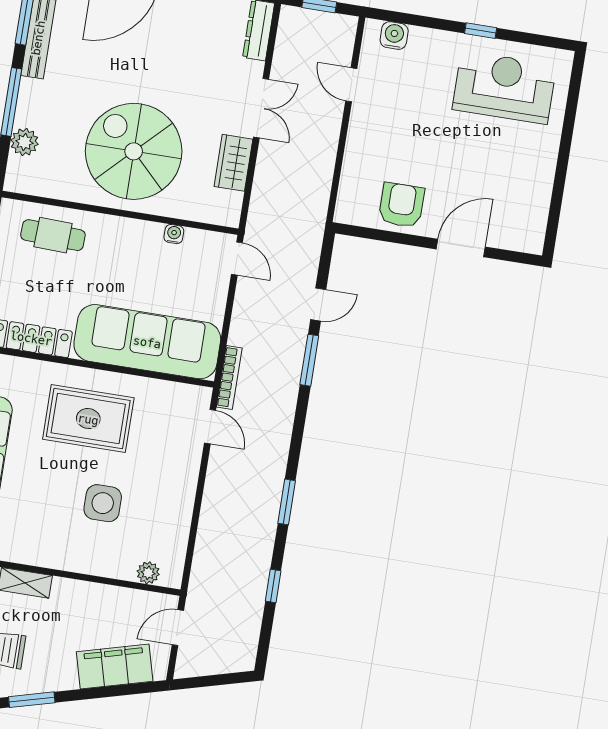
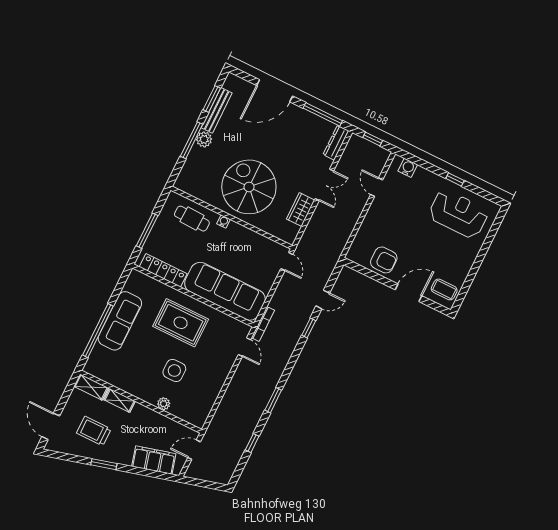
plant: (24, 142) -> (204, 139), moved
armchair: (402, 205) -> (384, 260), turned 90
coffee table: (520, 224) -> (444, 289), added
water cooler: (174, 234) -> (224, 222), moved
window: (309, 360) -> (309, 328), width x0.67
plant: (148, 573) -> (164, 404), moved

